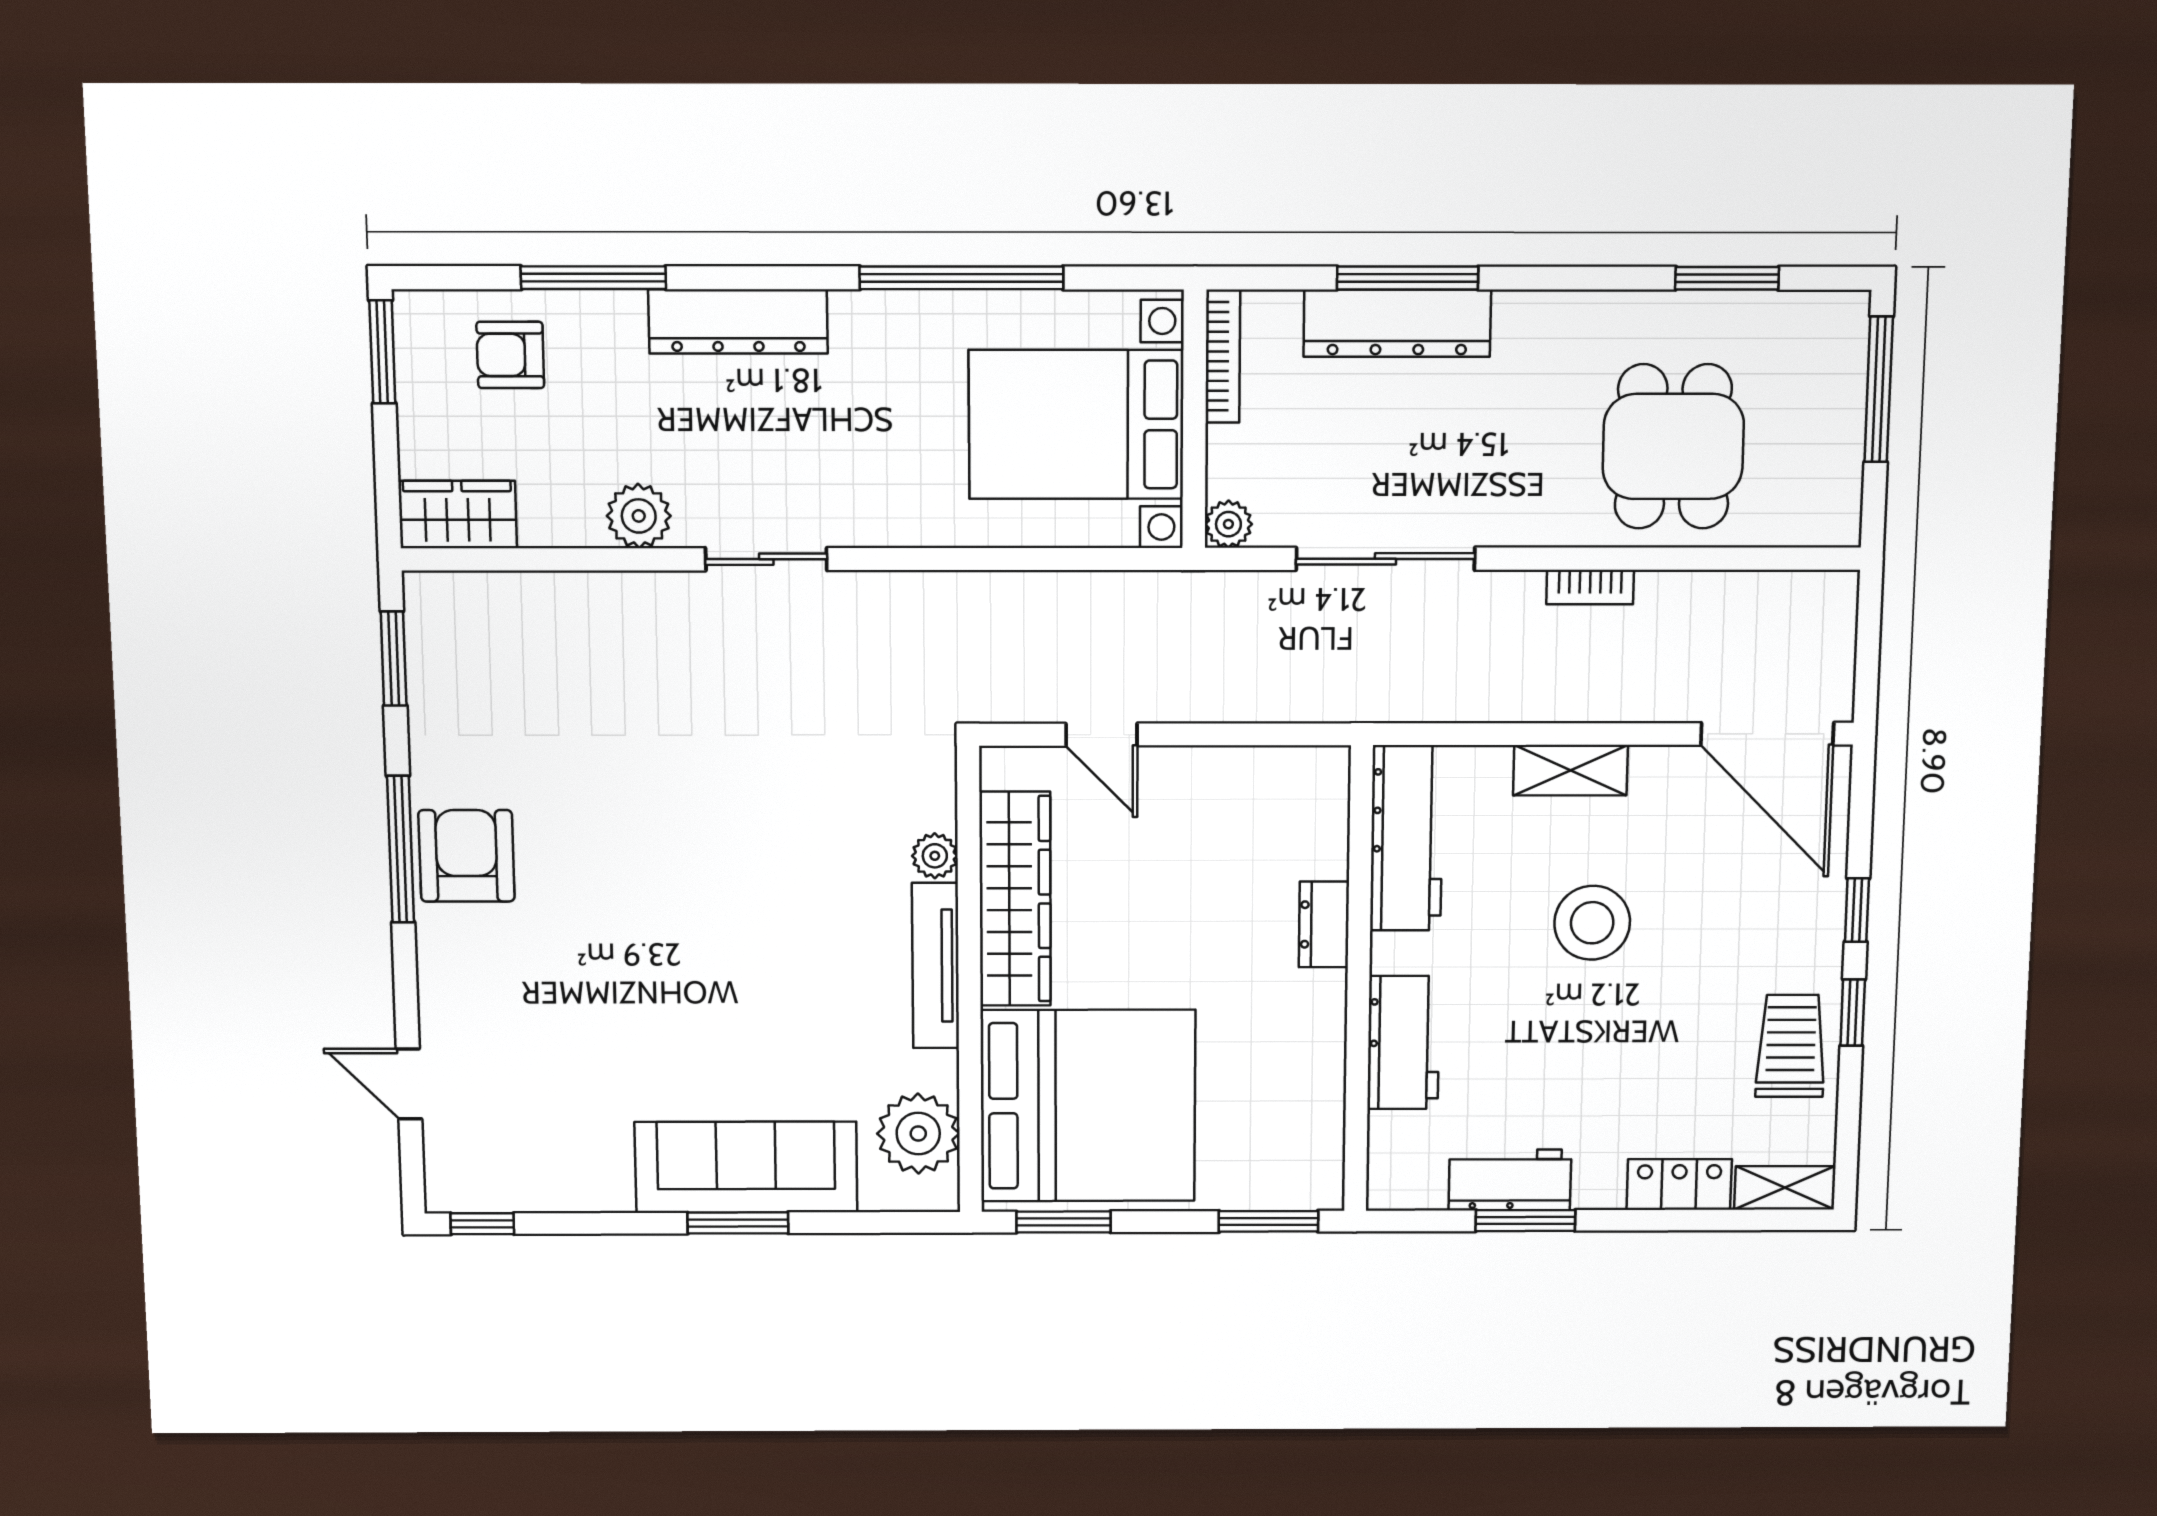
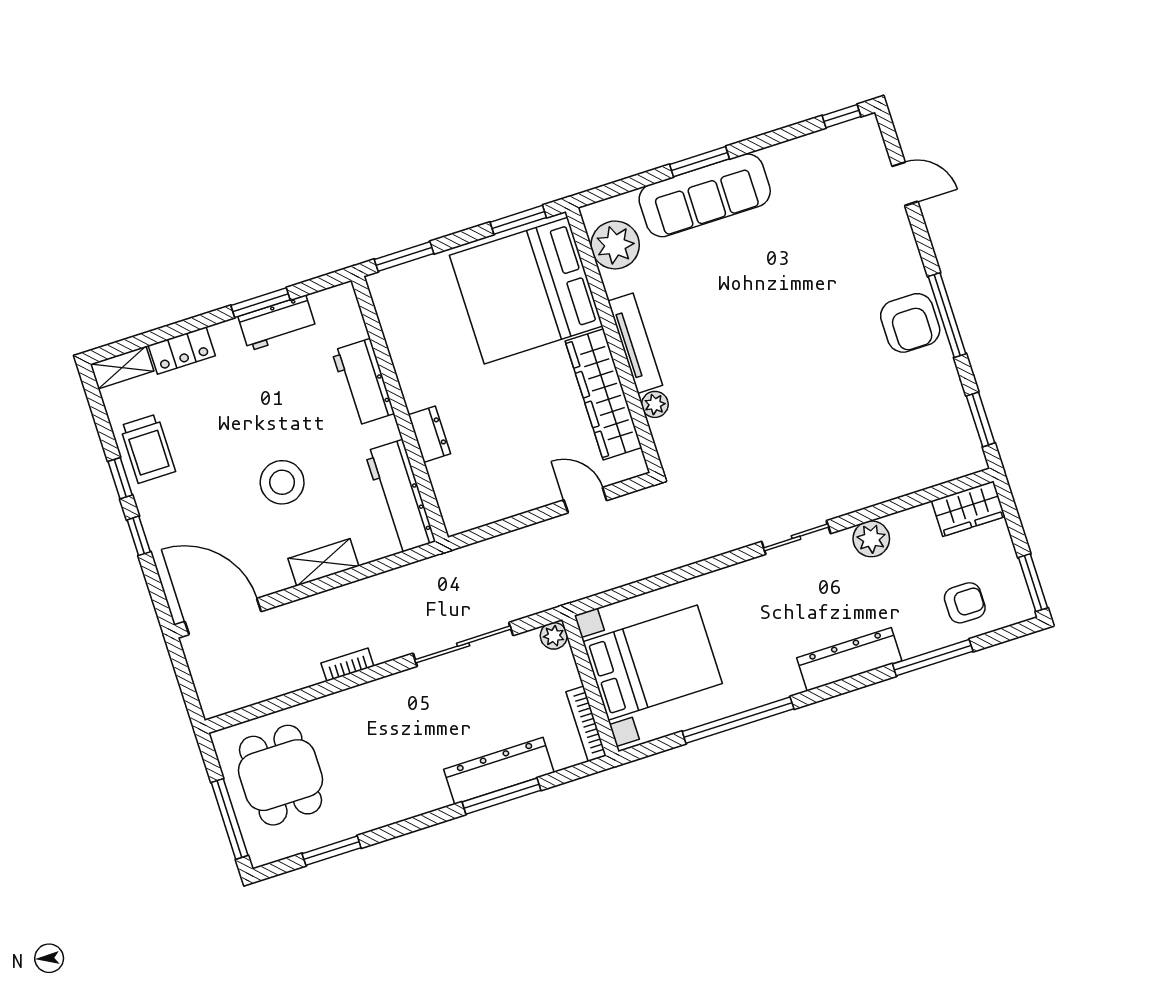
dining table: (1673, 446) -> (280, 775), moved

